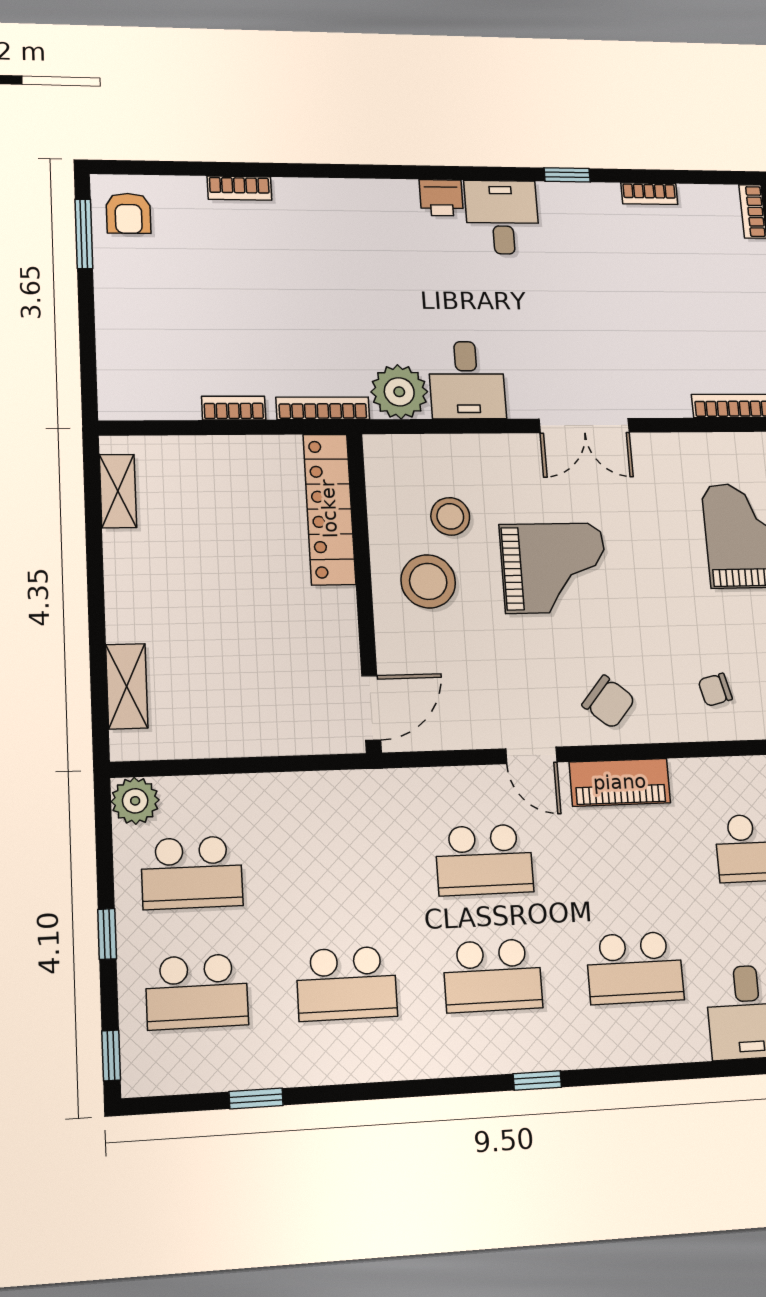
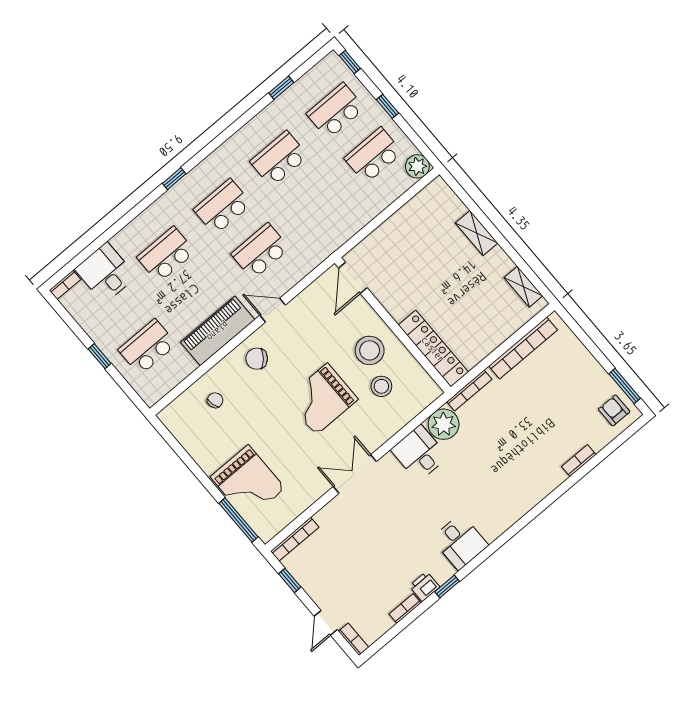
printer: (441, 198) -> (424, 586), moved
bookcase: (234, 408) -> (523, 348), width x2.31, depth x1.31
shelving: (127, 686) -> (477, 233), moved
piano: (620, 782) -> (218, 331), width x1.37, depth x1.33

